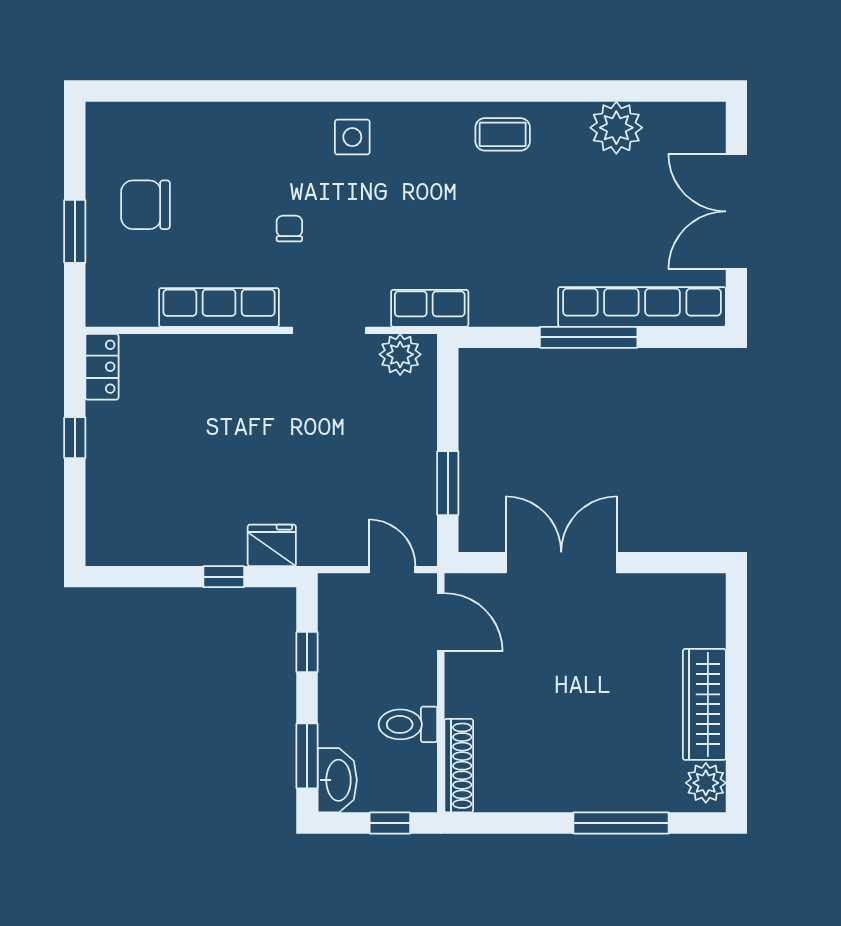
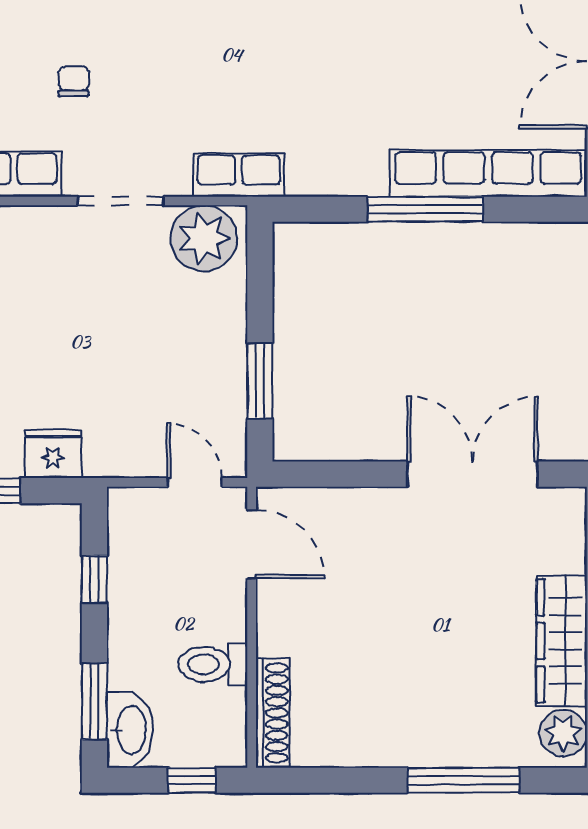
plant: (400, 354) -> (204, 238), width x1.36, depth x1.36
double door: (561, 563) -> (472, 474), moved

